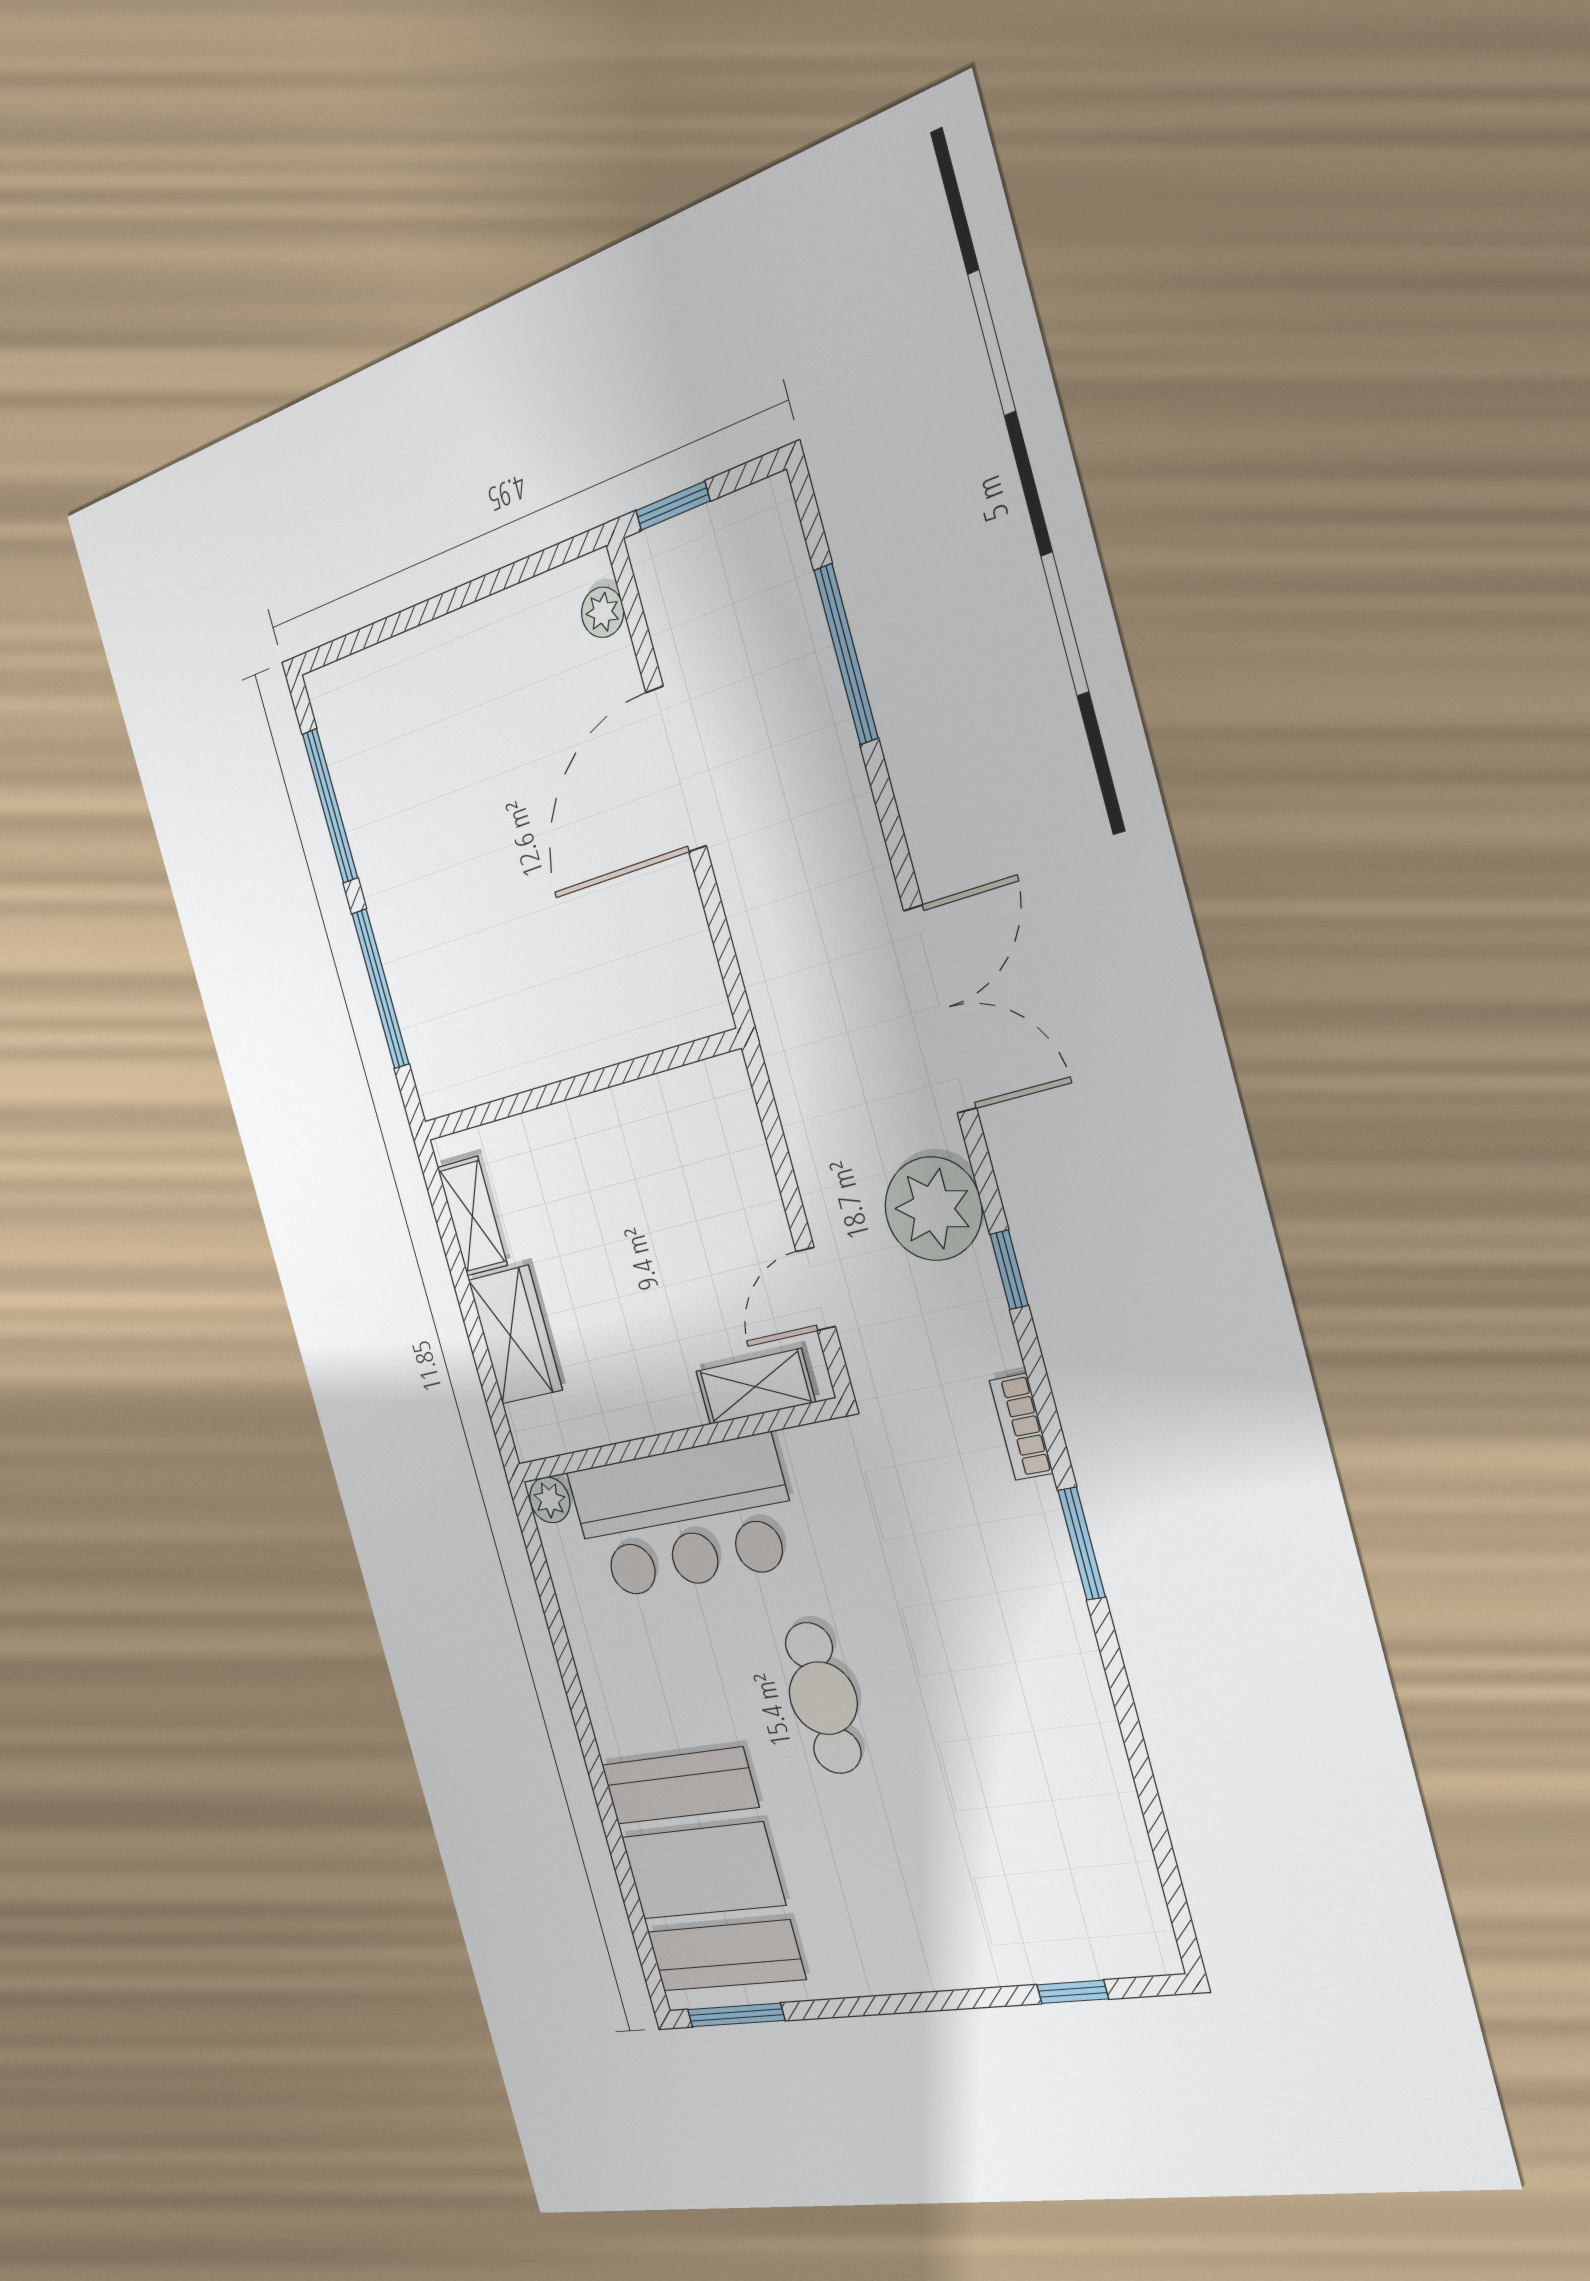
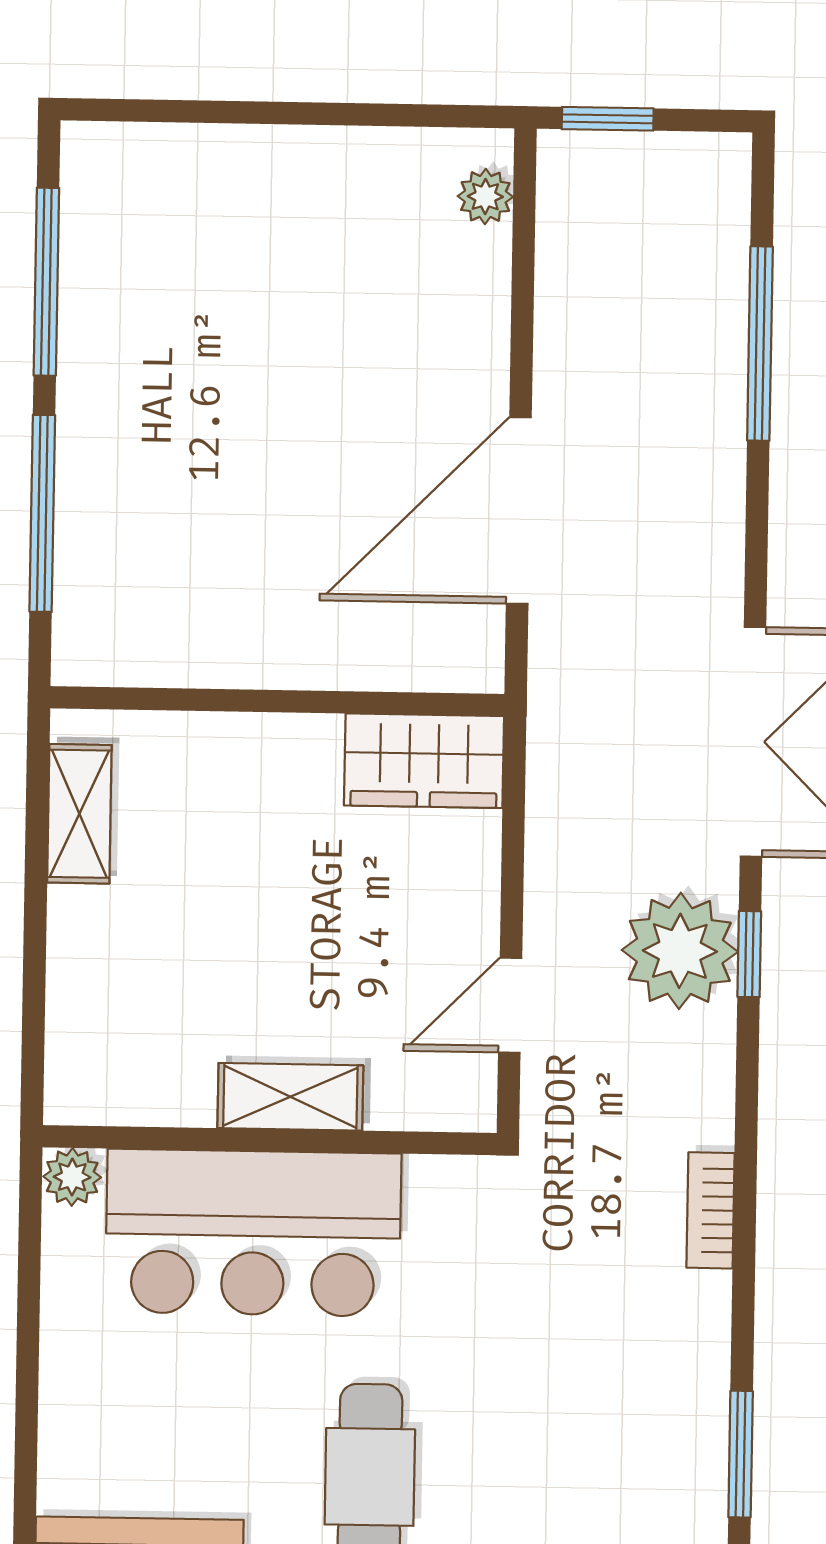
door: (676, 769) -> (519, 511), moved
window: (1009, 1270) -> (749, 954), moved
wardrobe: (515, 1335) -> (424, 761), moved, turned 90
shelving: (755, 1387) -> (290, 1097), moved
window: (1082, 1544) -> (741, 1454), moved

